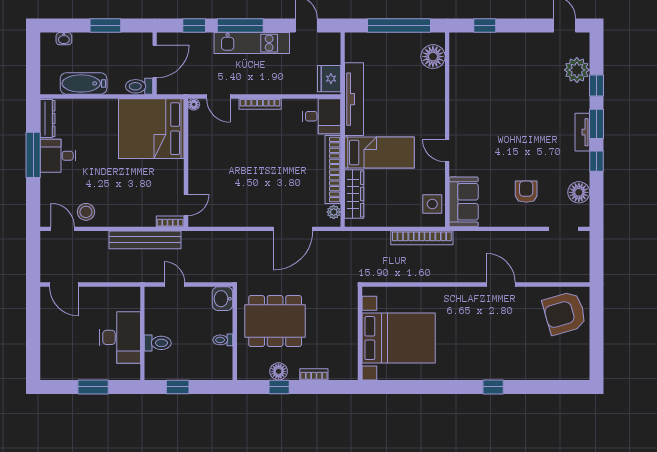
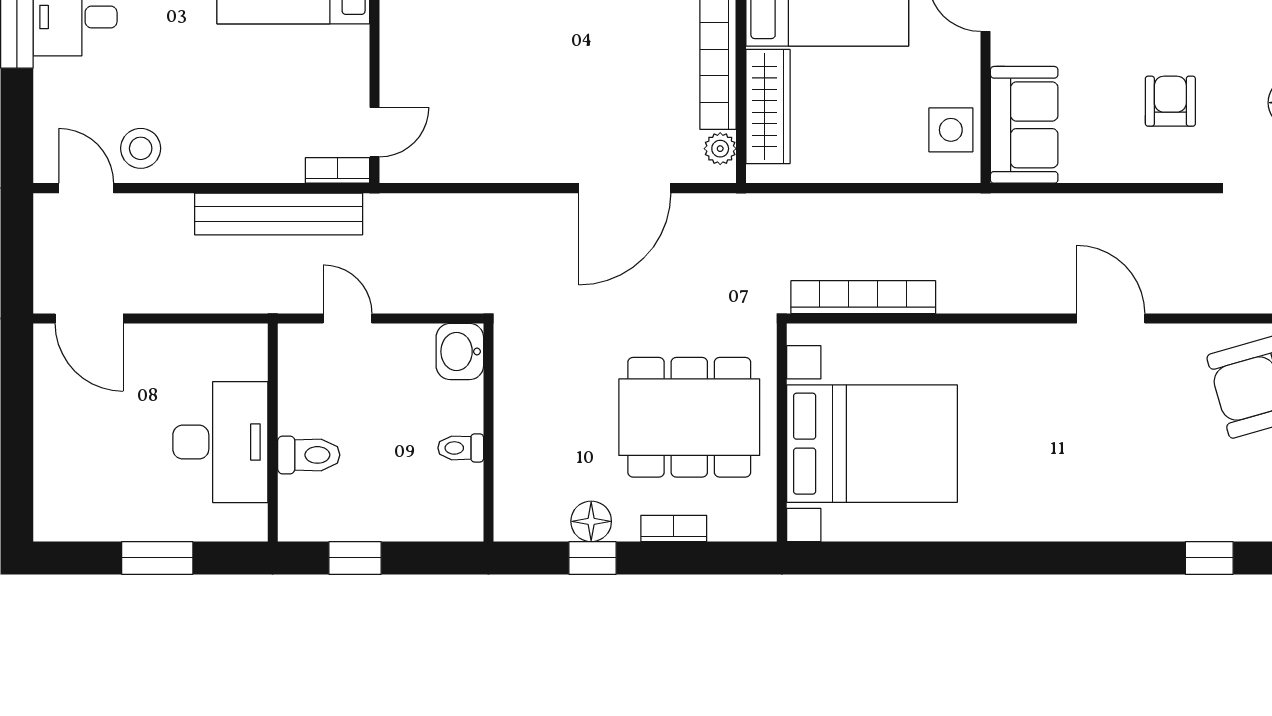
bookcase: (422, 238) -> (863, 297), moved, turned 180
dining table: (275, 321) -> (689, 417), moved
window: (493, 387) -> (1209, 558), moved

